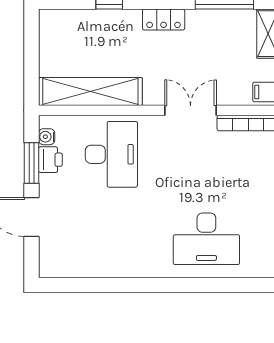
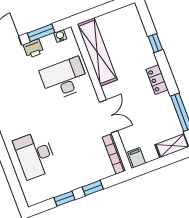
desk: (111, 154) -> (64, 79), turned 180
printer: (50, 160) -> (33, 49), moved

